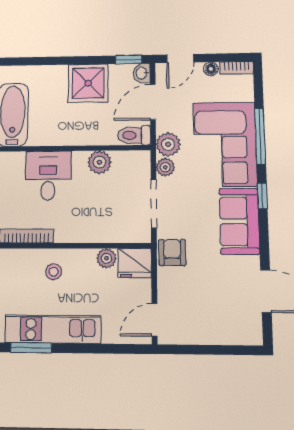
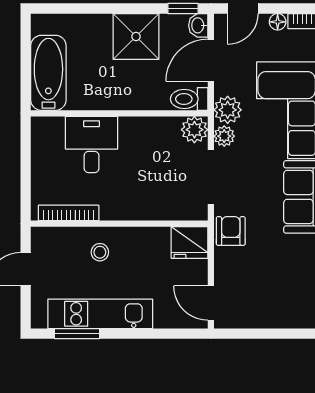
plant: (99, 162) -> (194, 130), moved
plant: (106, 258) -> (158, 237), removed
door: (154, 320) -> (211, 303), hinge flipped

